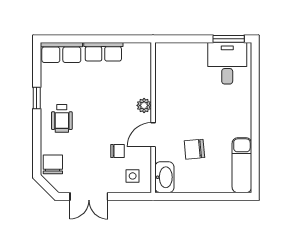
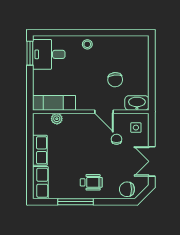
window: (37, 98) -> (76, 202), width x2.17
plant: (144, 105) -> (57, 119), moved
stool: (240, 113) -> (87, 44), added
exam couch: (242, 165) -> (54, 103), moved, turned 180
double door: (89, 196) -> (152, 161), swing flipped

